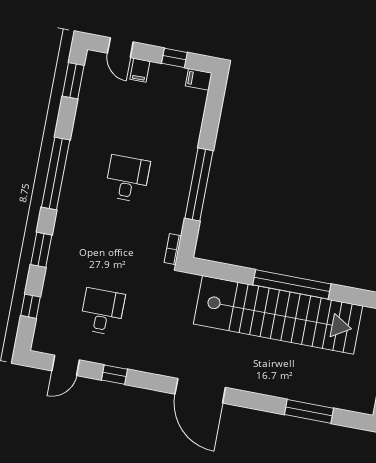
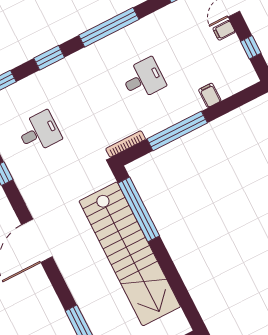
filing cabinet: (199, 79) -> (210, 95), moved
bookcase: (173, 249) -> (126, 144), width x1.56
window: (292, 284) -> (139, 209), moved

